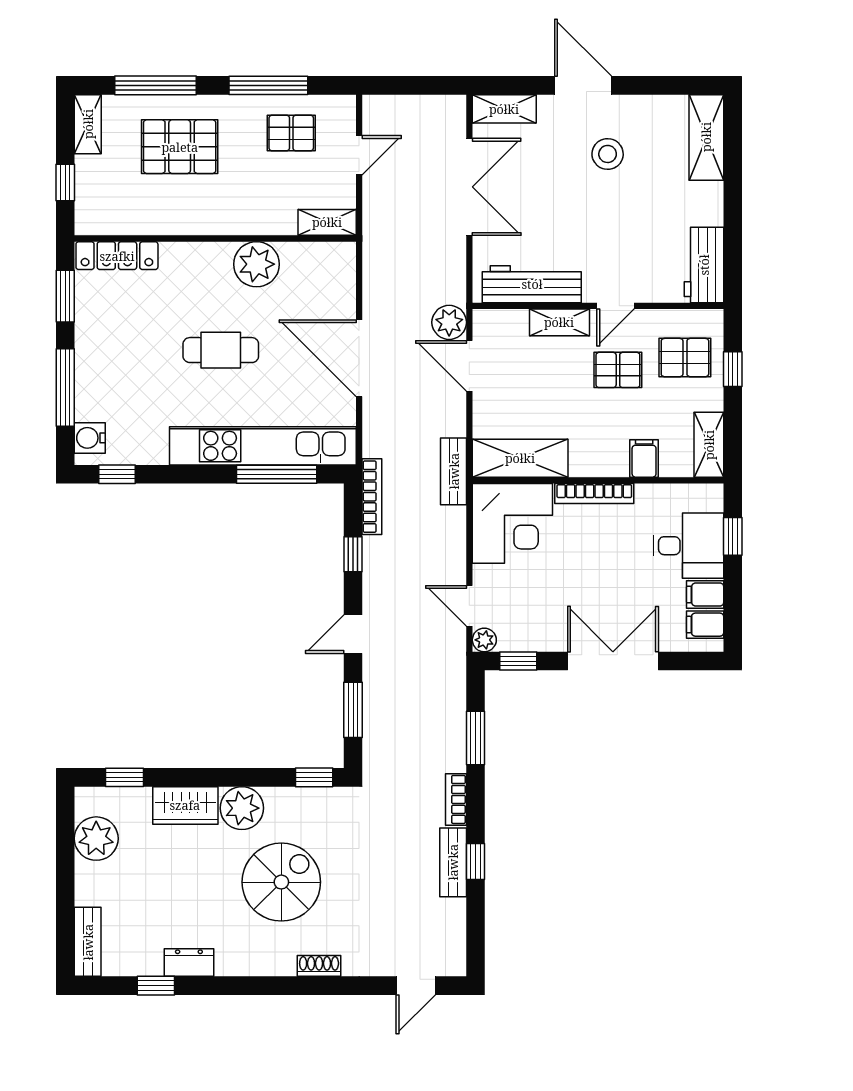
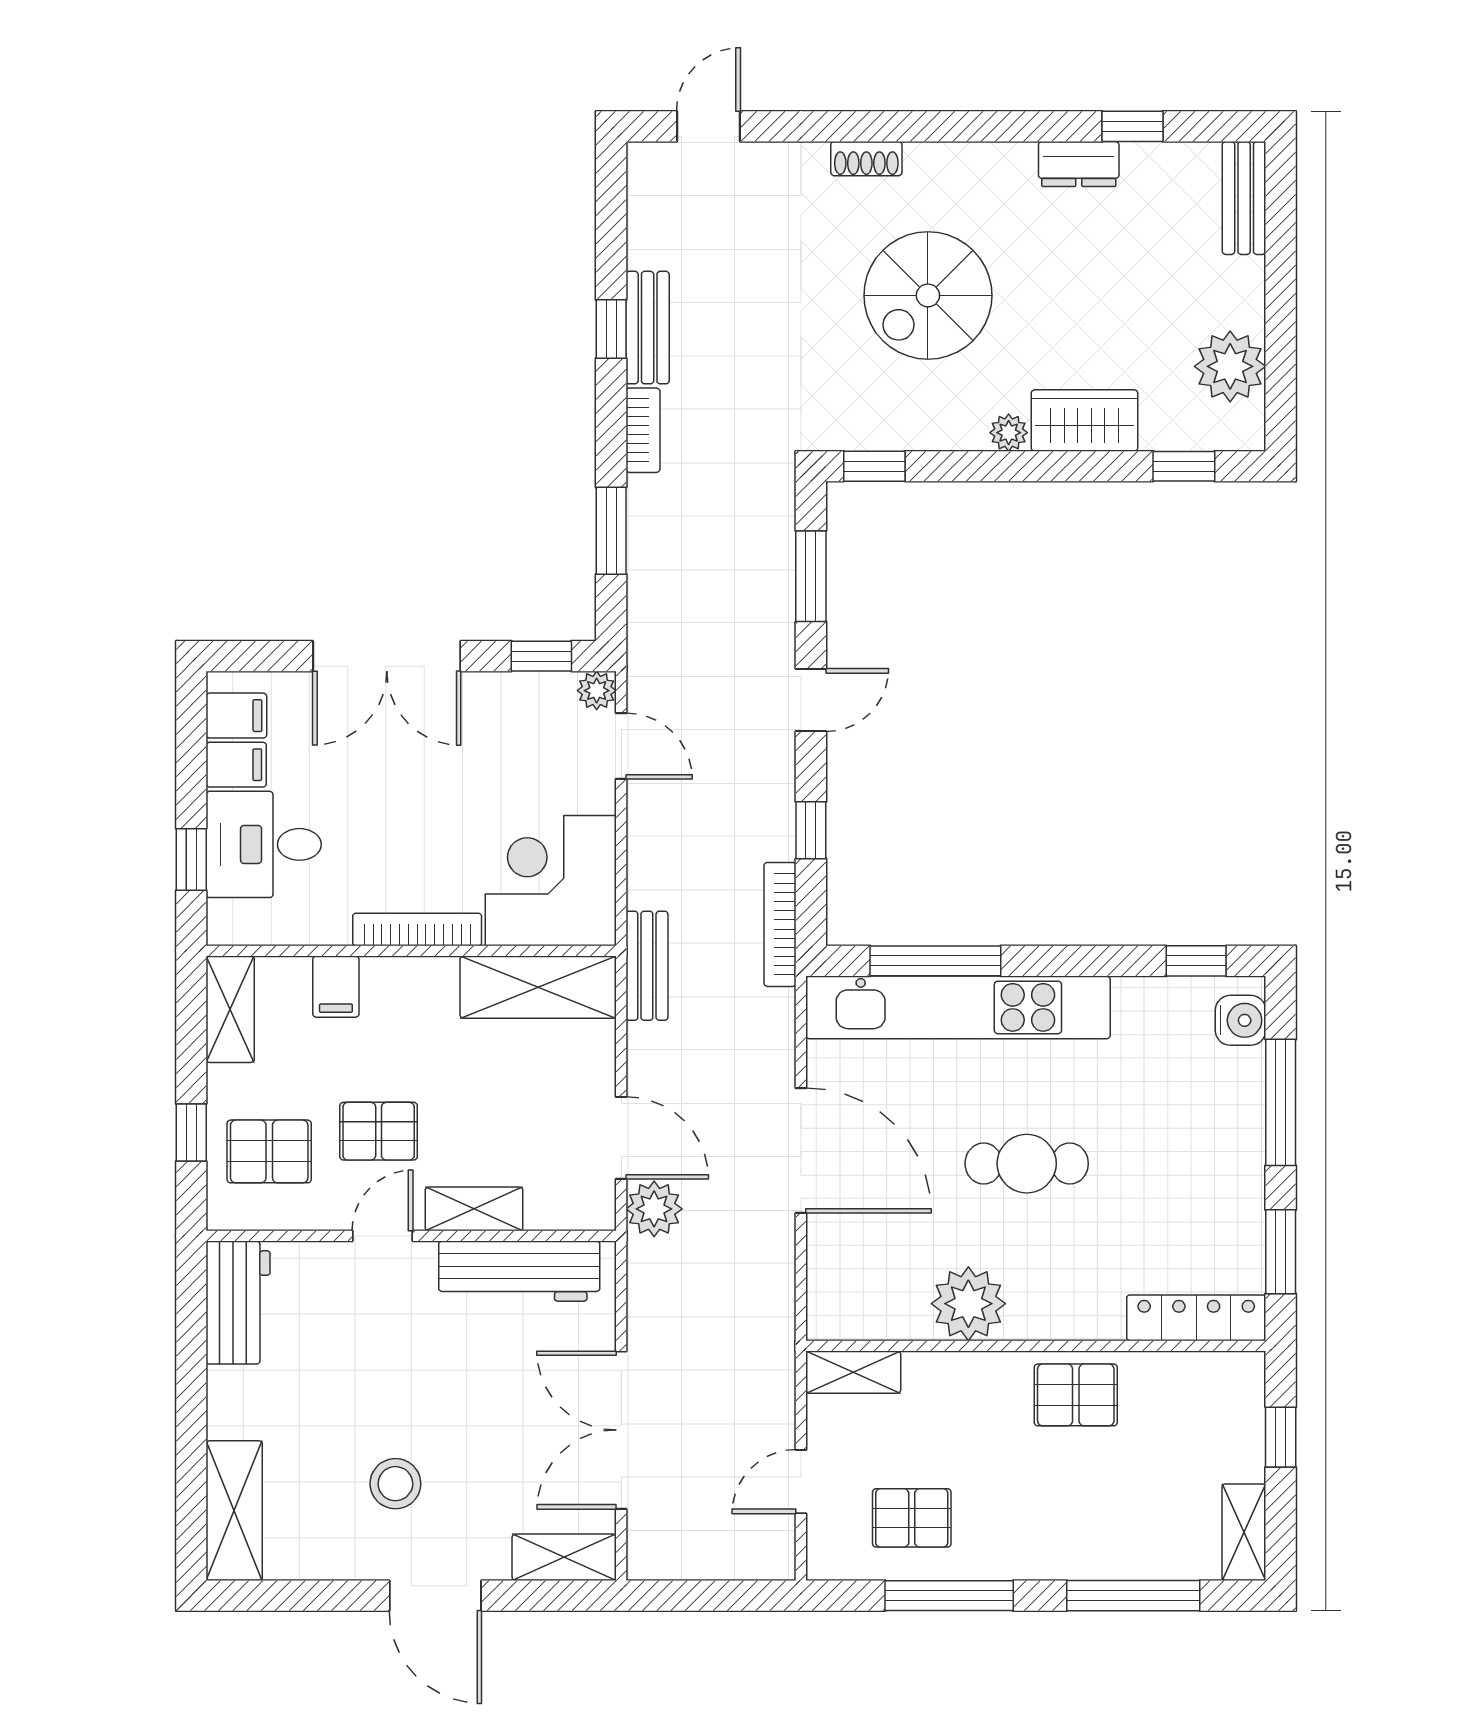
pallet: (180, 147) -> (1076, 1395), moved, width x0.67, depth x0.71
plant: (242, 808) -> (1009, 433), width x0.53, depth x0.53

